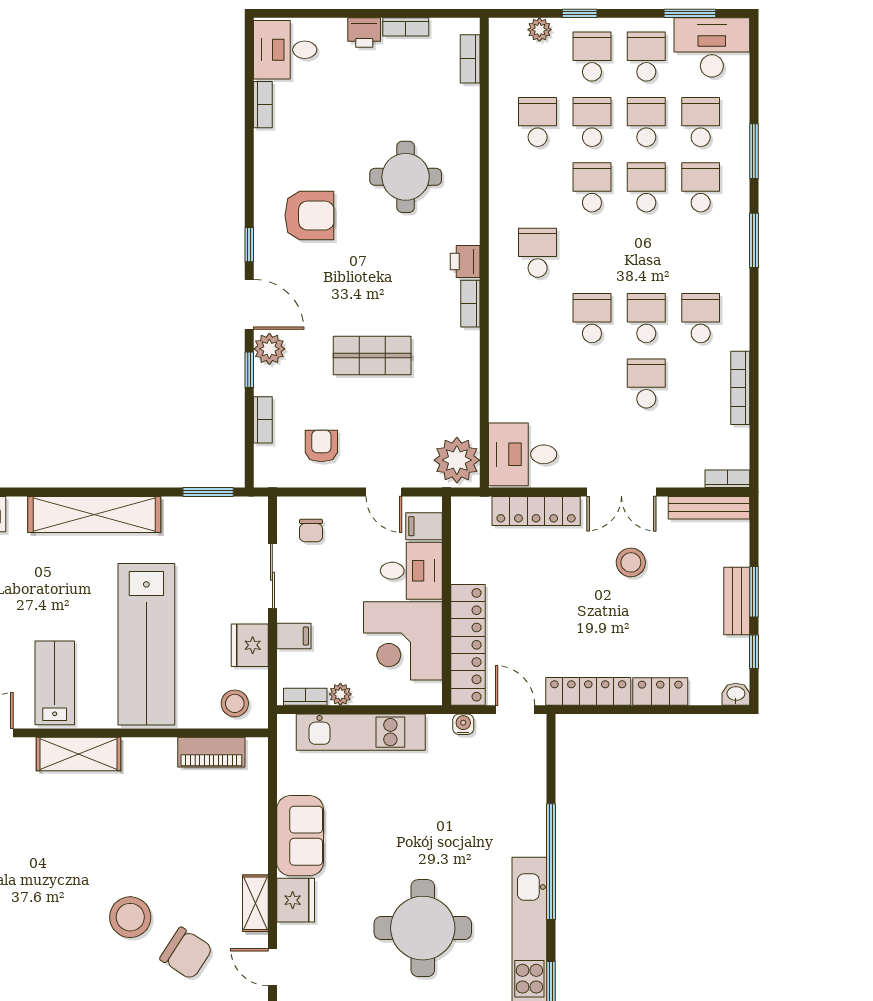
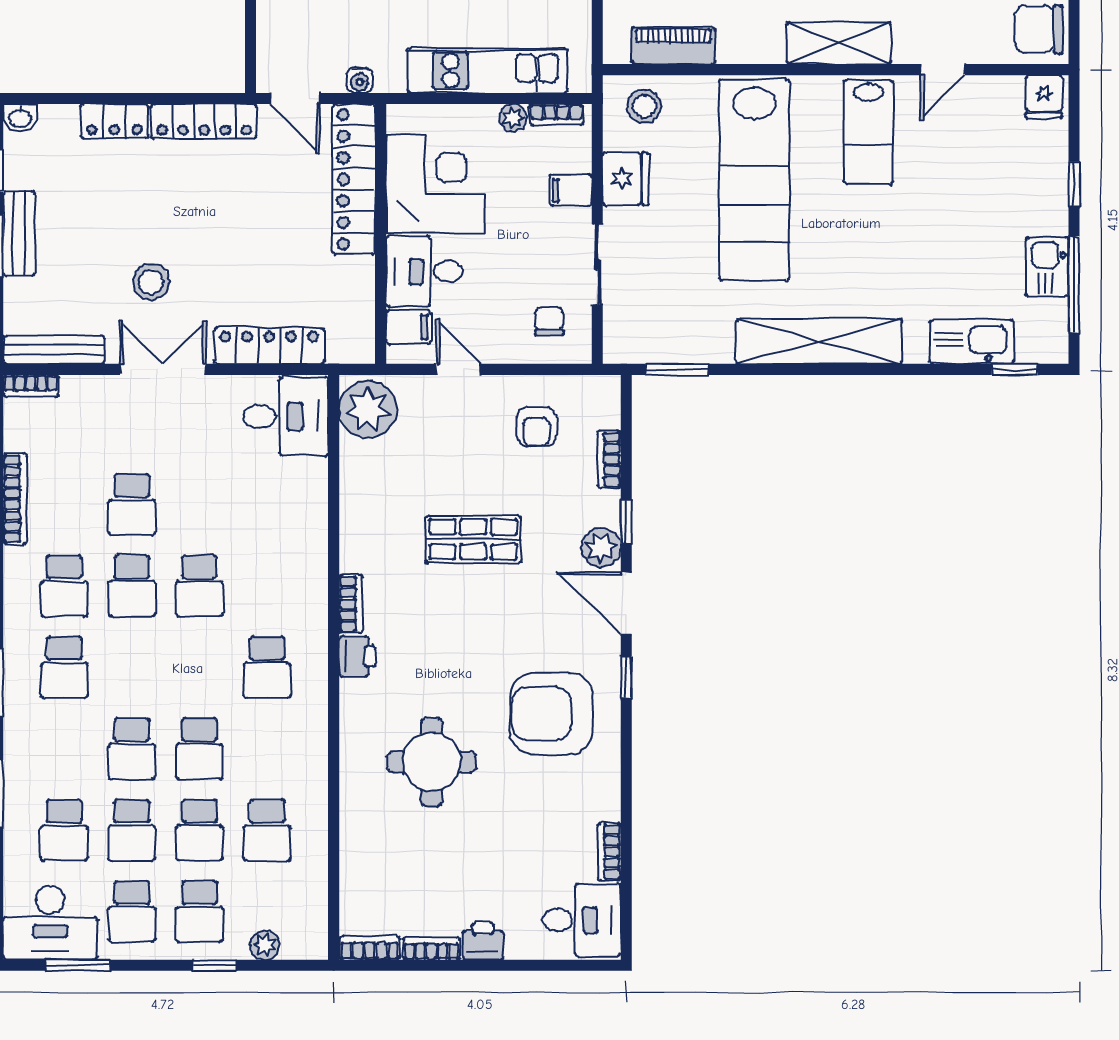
bookcase: (470, 59) -> (370, 948), moved, turned -90
school desk: (701, 187) -> (64, 667), moved
armchair: (309, 216) -> (551, 714), width x1.36, depth x1.36
lab bench: (146, 644) -> (754, 180), turned 180

